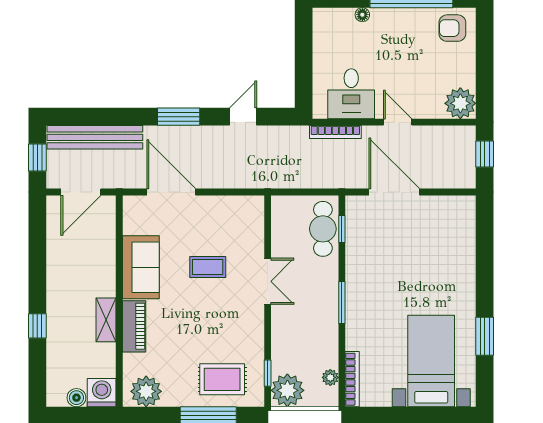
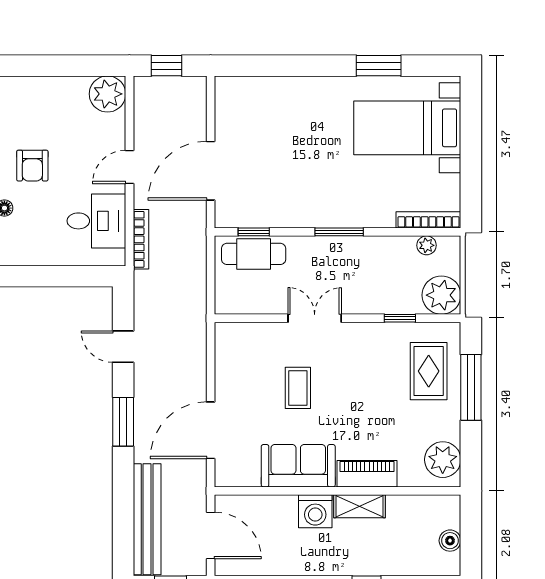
armchair: (452, 28) -> (32, 166), moved
window: (268, 373) -> (400, 318), moved
washing machine: (102, 393) -> (315, 511), moved, turned -90

